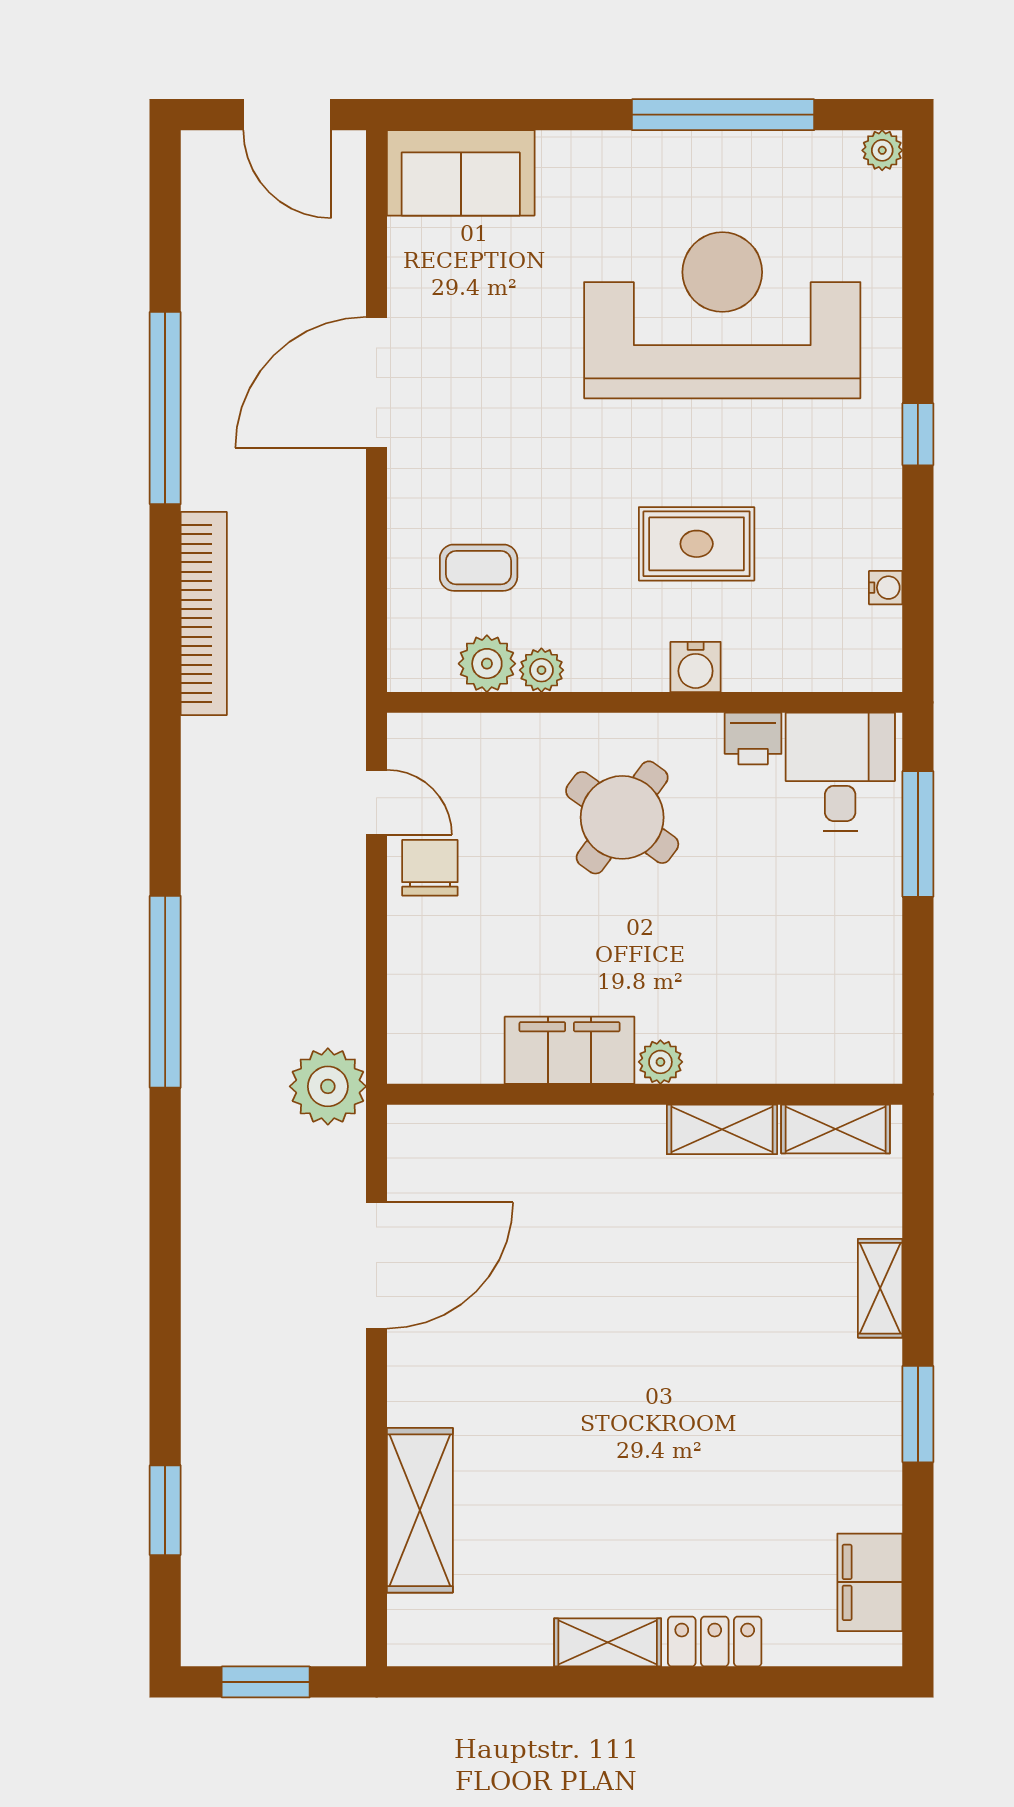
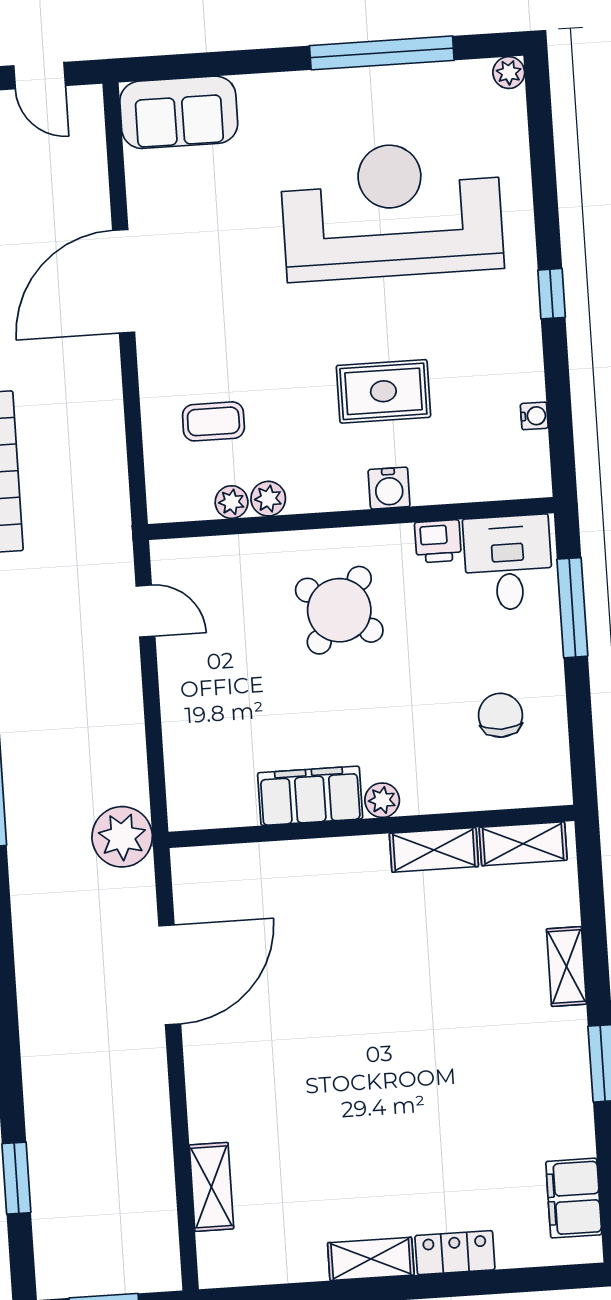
door: (287, 115) -> (40, 76), width x0.73
plant: (487, 664) -> (232, 502), width x0.73, depth x0.73
chair: (430, 868) -> (500, 715), moved
shelving: (420, 1510) -> (211, 1187), width x0.67, depth x0.75

